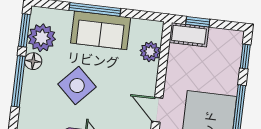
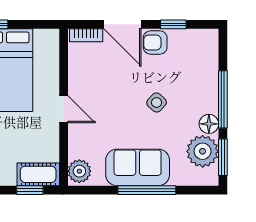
plant: (150, 52) -> (79, 171), moved
side table: (77, 86) -> (157, 102), width x0.54, depth x0.54
door: (157, 110) -> (64, 109), moved

